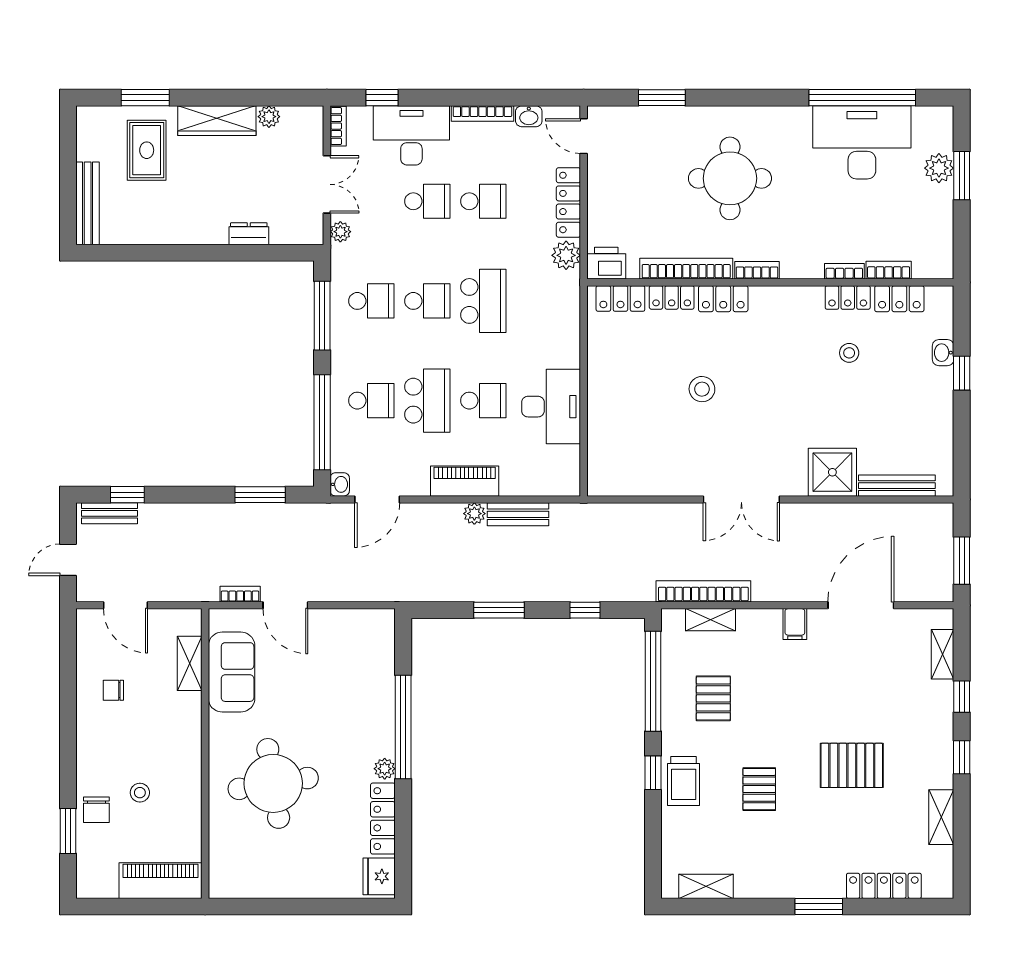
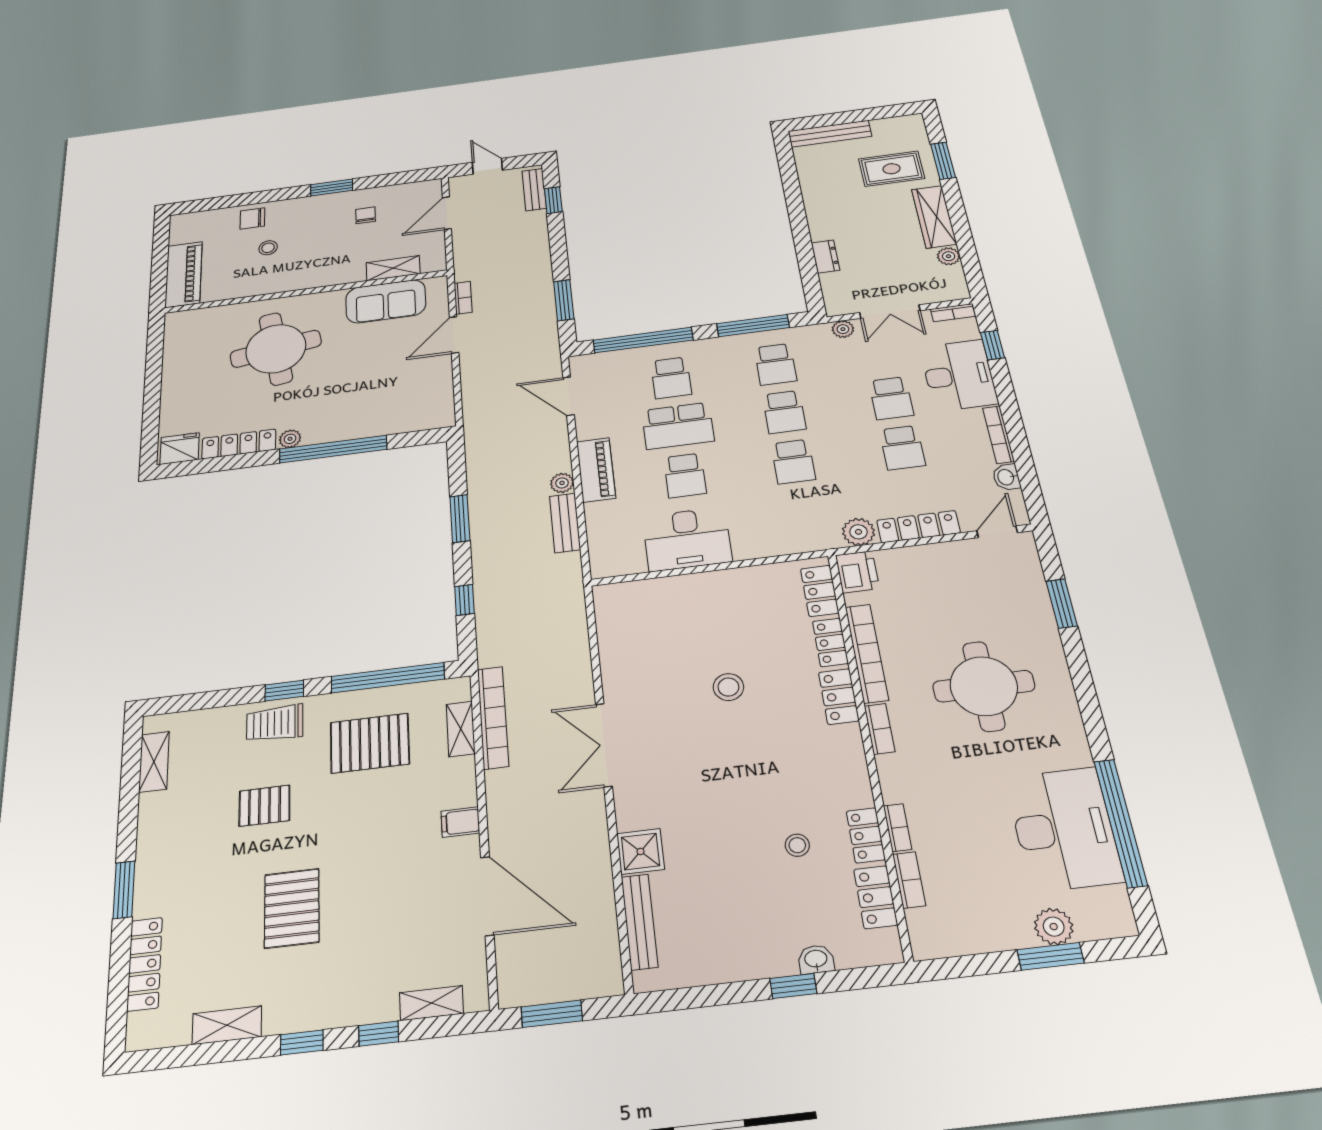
school desk: (483, 301) -> (793, 462), width x0.54
shower: (832, 472) -> (641, 851), width x0.73, depth x0.73
washbasin: (340, 484) -> (581, 363), removed
pallet: (713, 698) -> (370, 743), width x1.50, depth x1.42
window: (68, 831) -> (332, 187), moved

